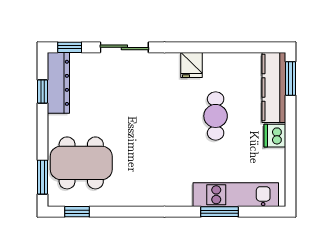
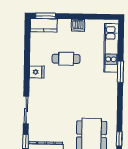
kitchen counter: (274, 87) -> (44, 25), width x0.67
window: (219, 212) -> (120, 72), moved

